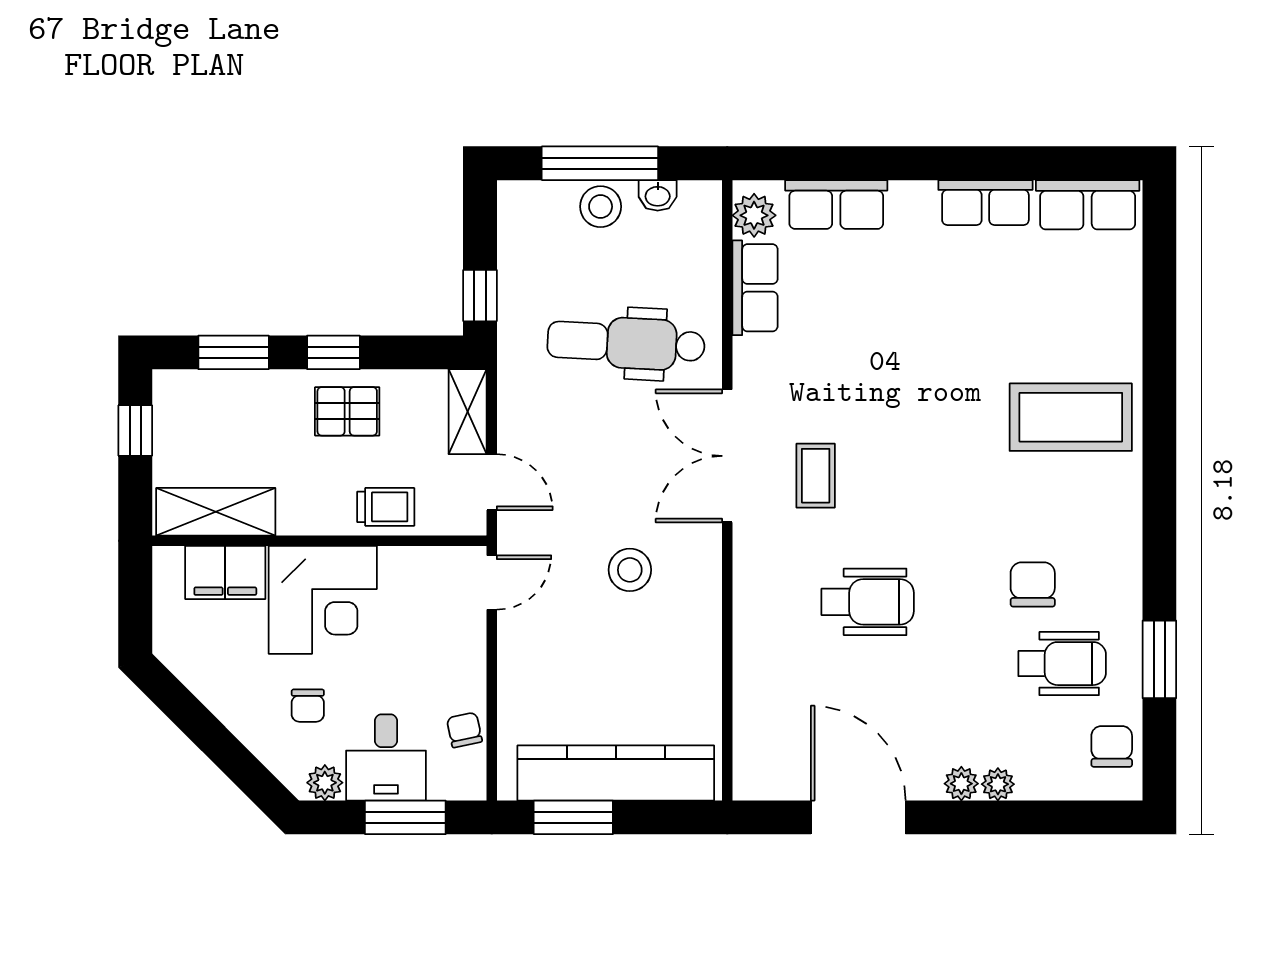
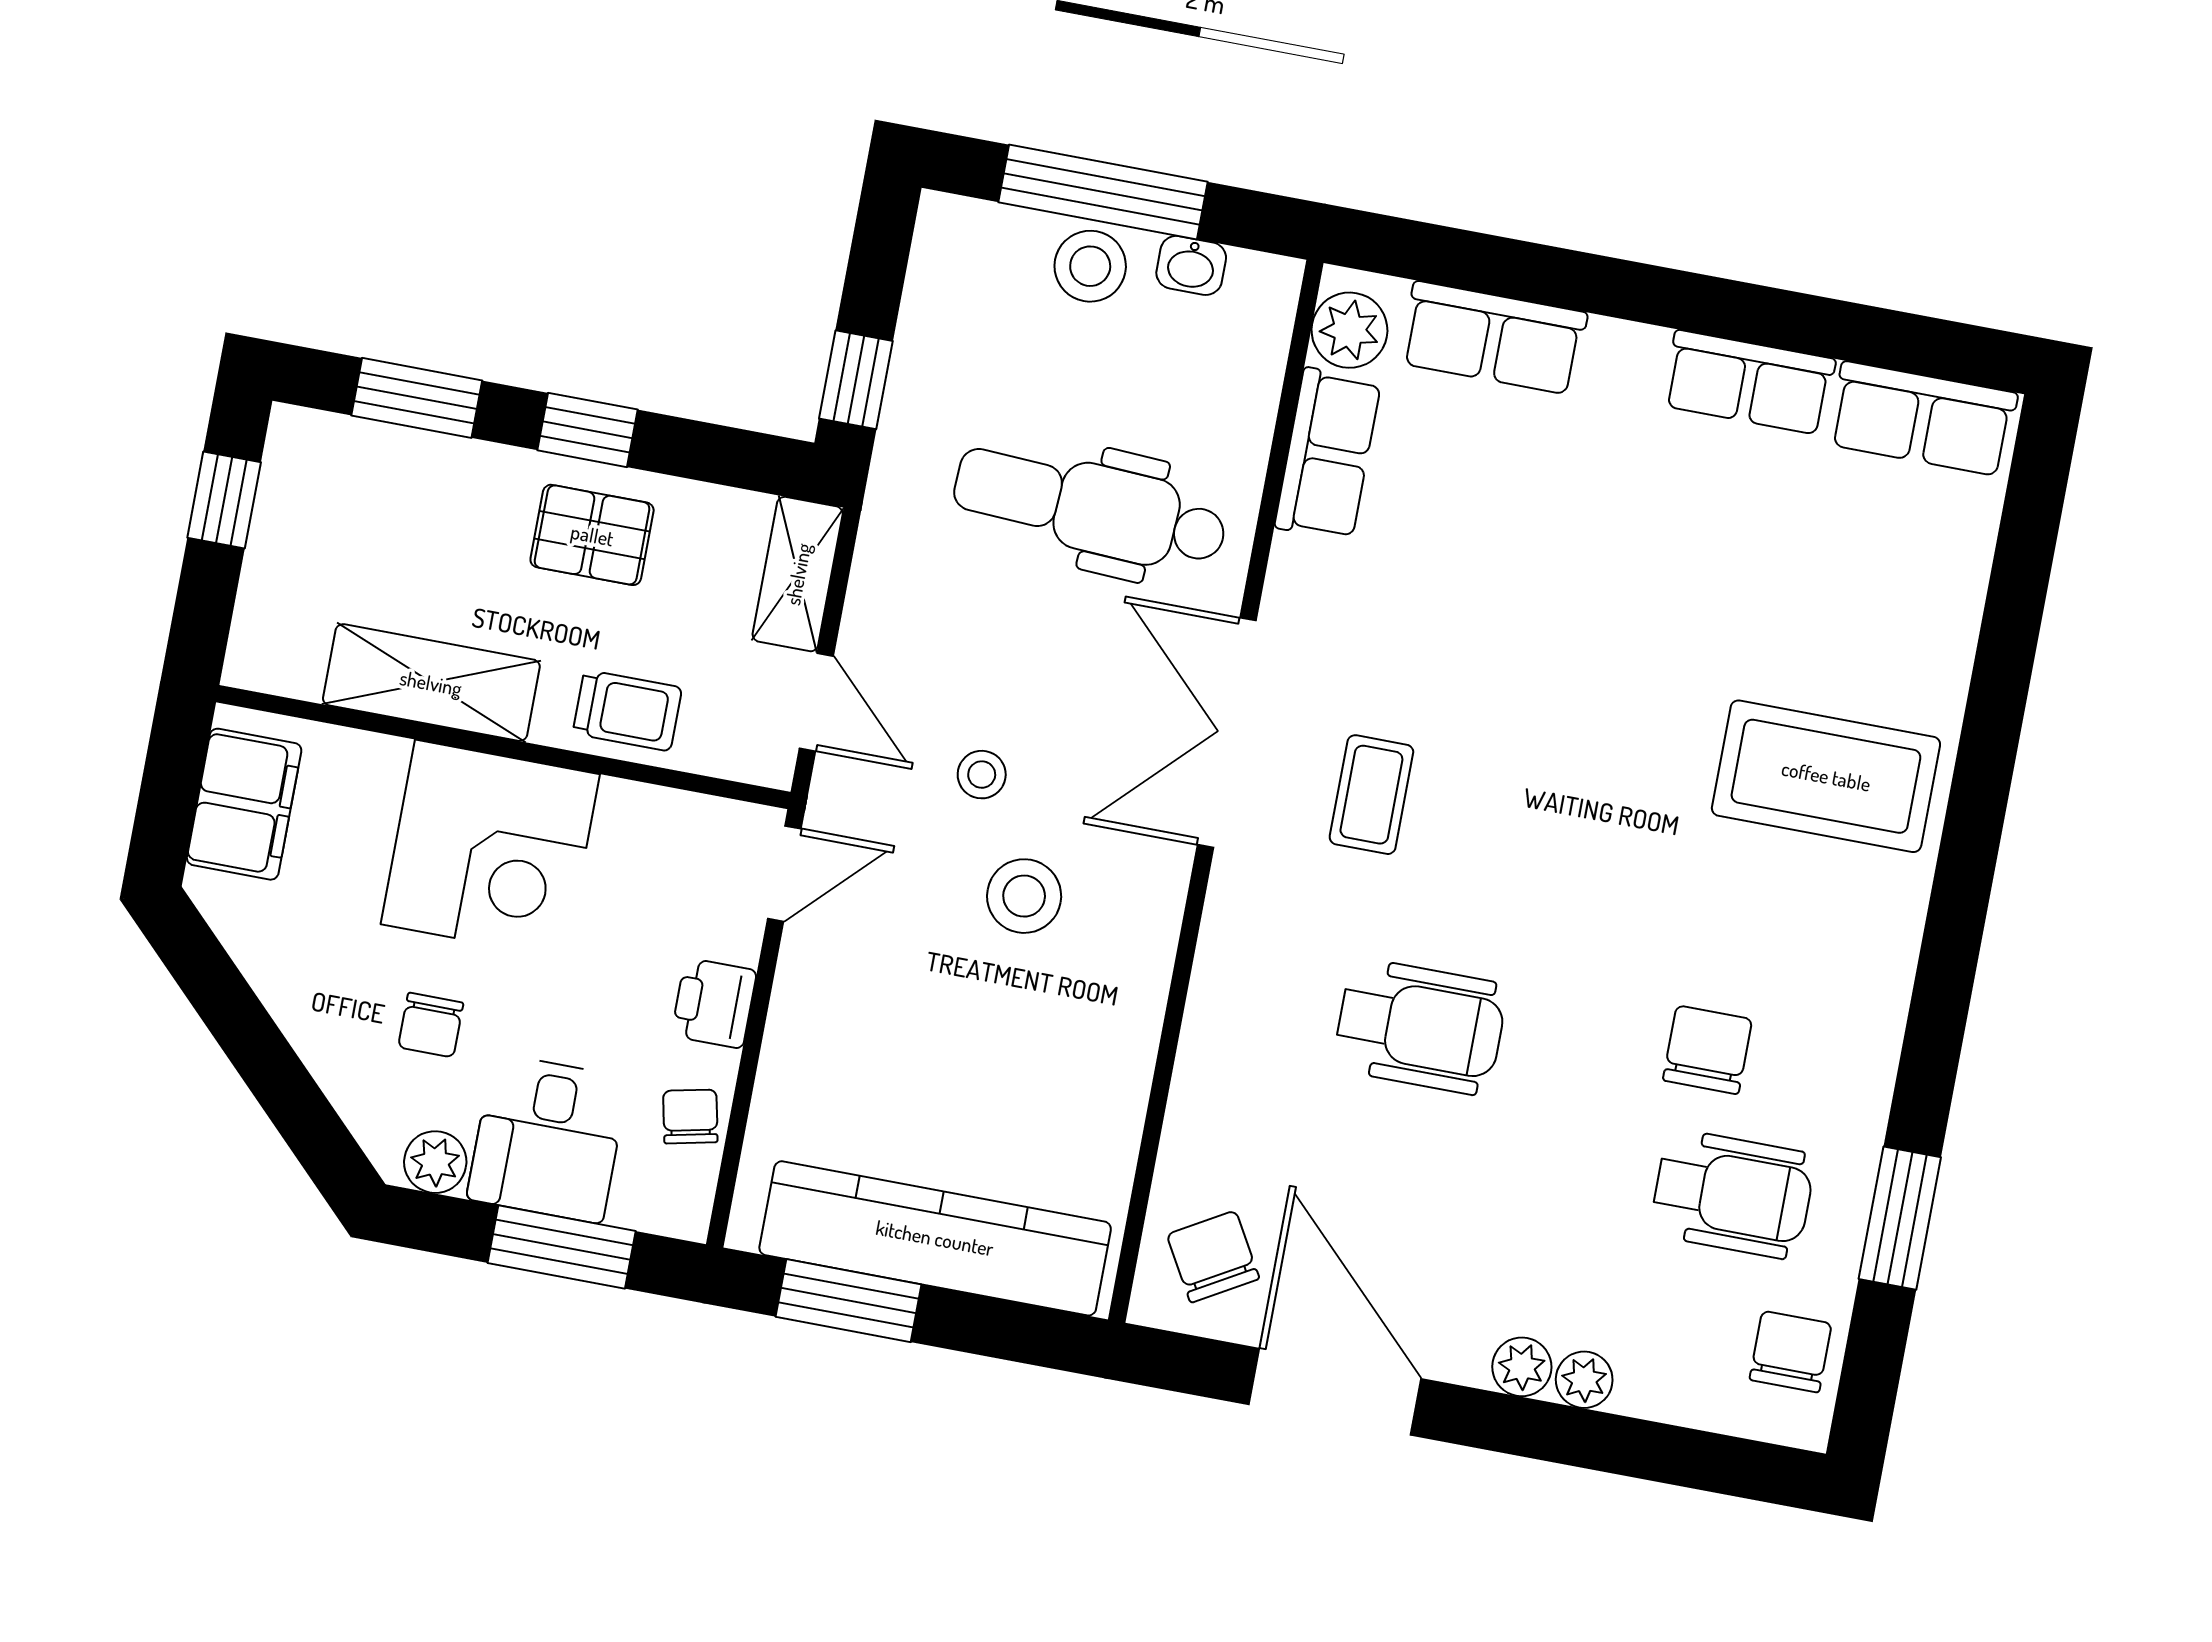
stool: (593, 506) -> (982, 775), added
shelving: (216, 512) -> (431, 683), moved
filing cabinet: (225, 572) -> (244, 804), moved, turned -90
printer: (466, 663) -> (714, 1003), added
chair: (775, 754) -> (1213, 1257), added

